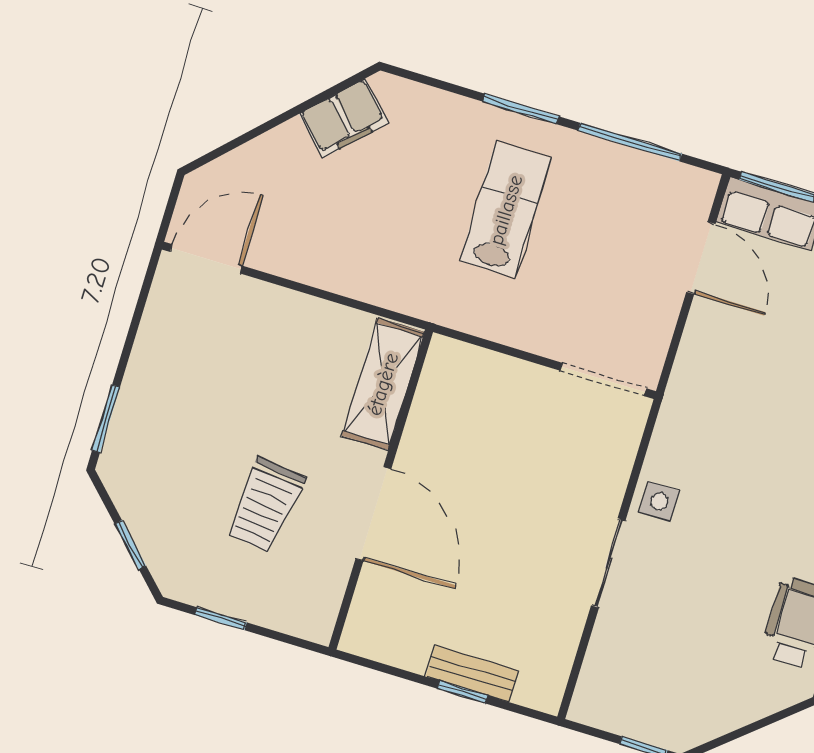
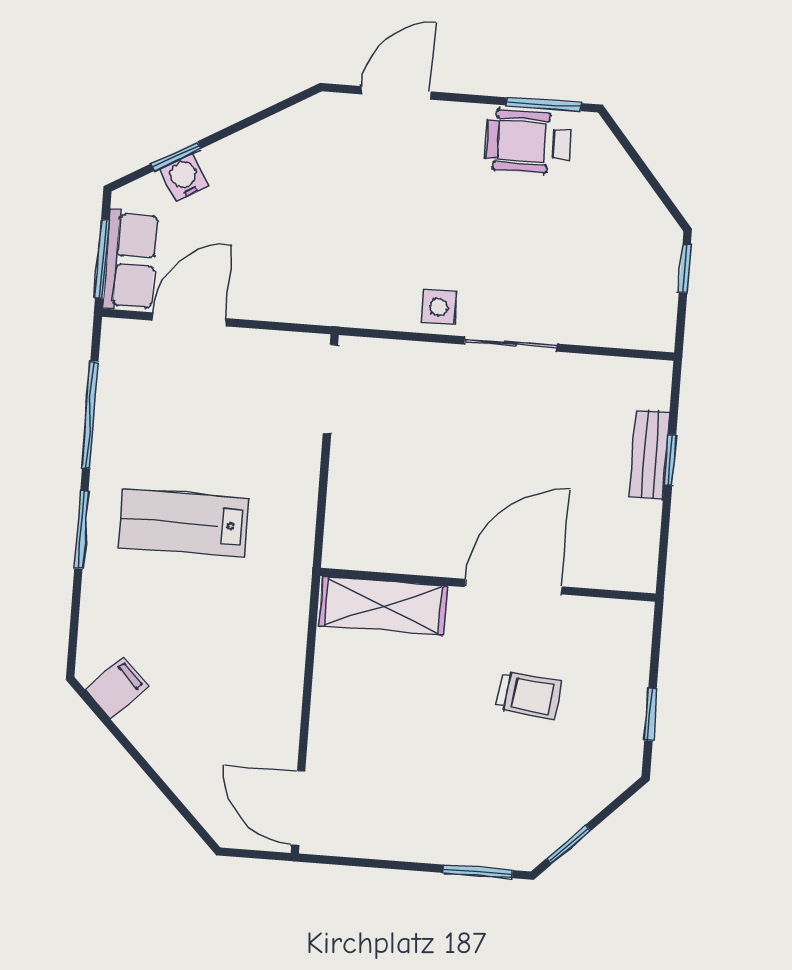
filing cabinet: (344, 118) -> (117, 688), width x0.50
trolley: (265, 505) -> (528, 695), width x0.73, depth x0.72
window: (130, 545) -> (568, 845), moved

